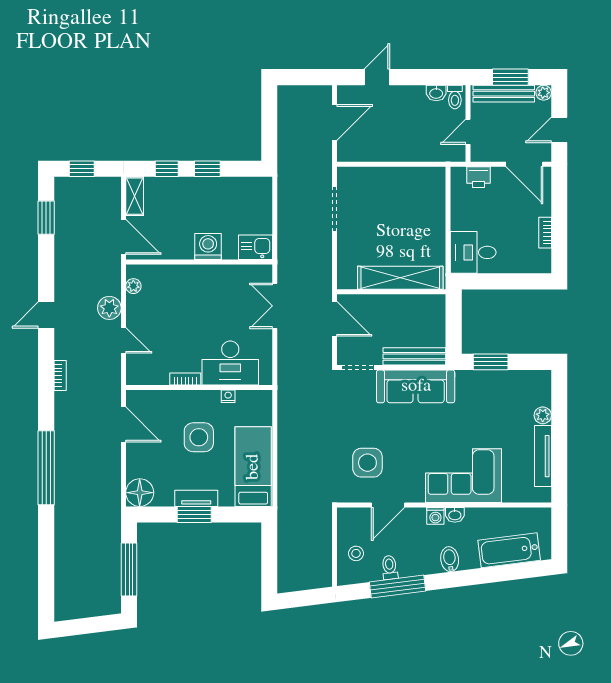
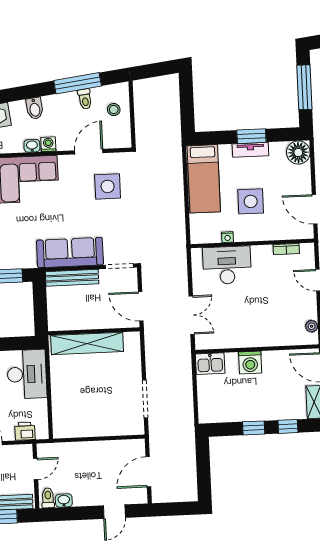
desk: (473, 252) -> (27, 374), width x1.37
bookcase: (185, 379) -> (286, 249), moved

